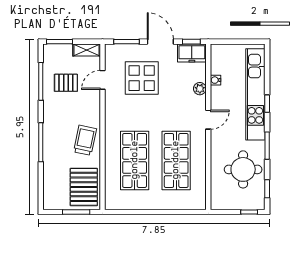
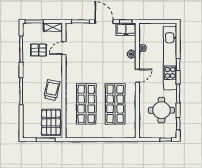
display table: (142, 78) -> (91, 47), removed

